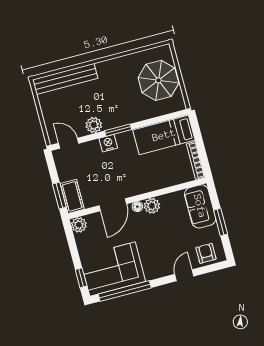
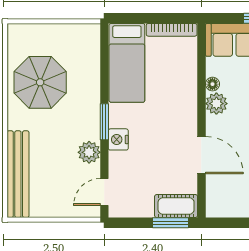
parasol: (158, 80) -> (40, 82), moved
floor lamp: (137, 207) -> (212, 84), moved
plant: (79, 225) -> (216, 207), removed

